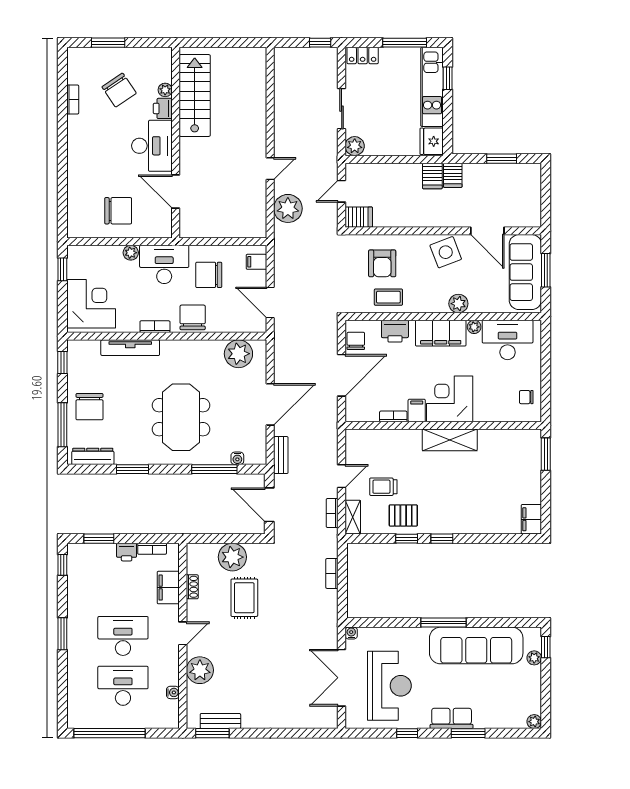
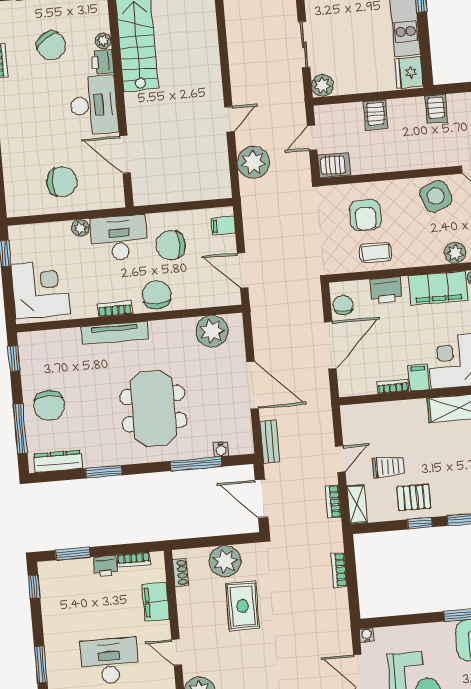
server rack: (432, 176) -> (376, 115), moved
tv unit: (130, 348) -> (115, 333), moved
door: (270, 404) -> (253, 385), hinge flipped
trolley: (383, 487) -> (388, 467), turned 180
shoe rack: (192, 587) -> (180, 573), moved
door: (183, 633) -> (177, 652), swing flipped

